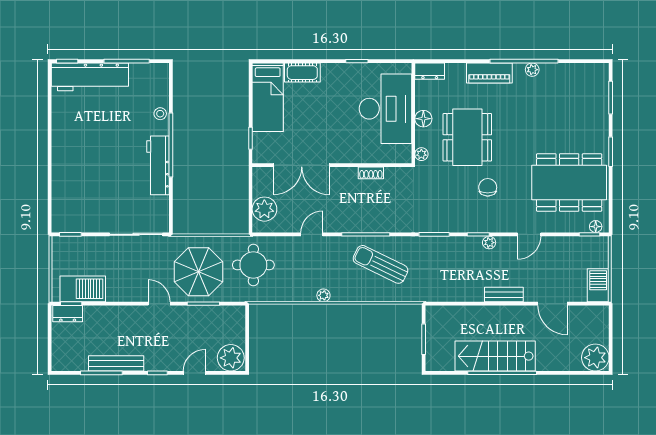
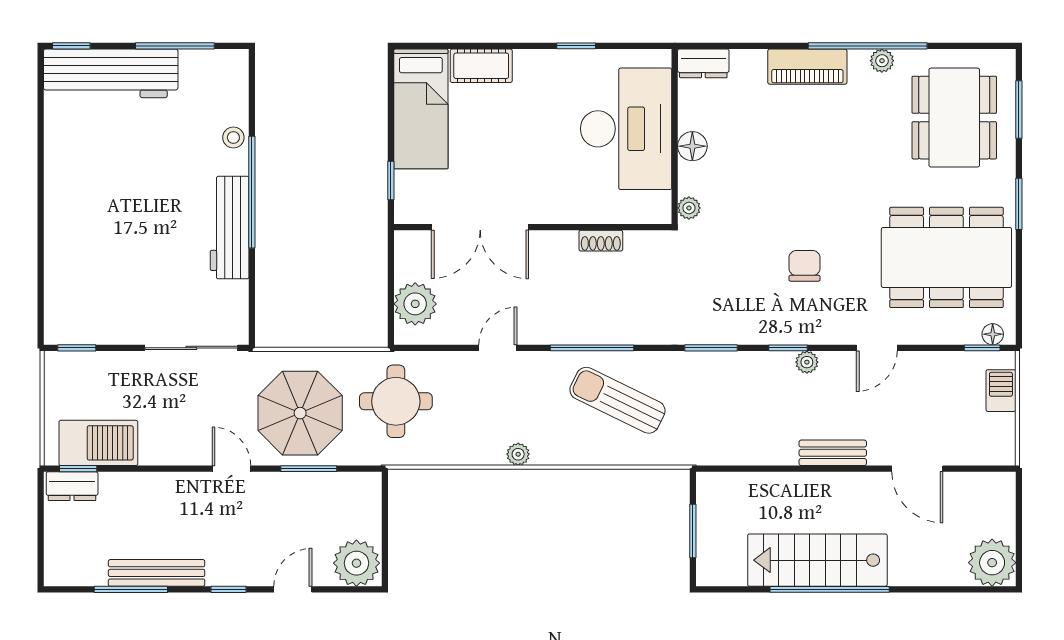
dining table: (467, 137) -> (954, 118), moved
barbecue: (598, 285) -> (1001, 391), moved, width x0.73, depth x0.79

